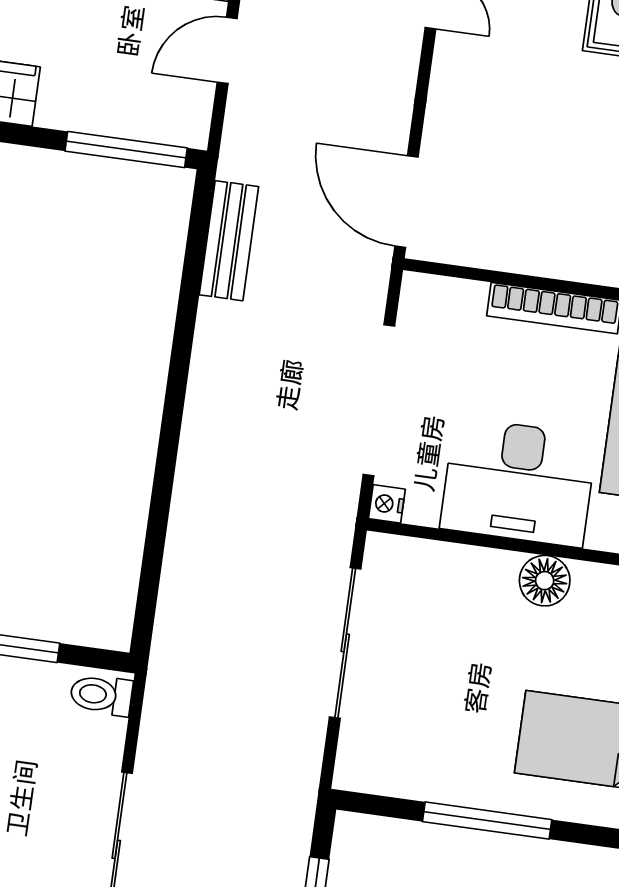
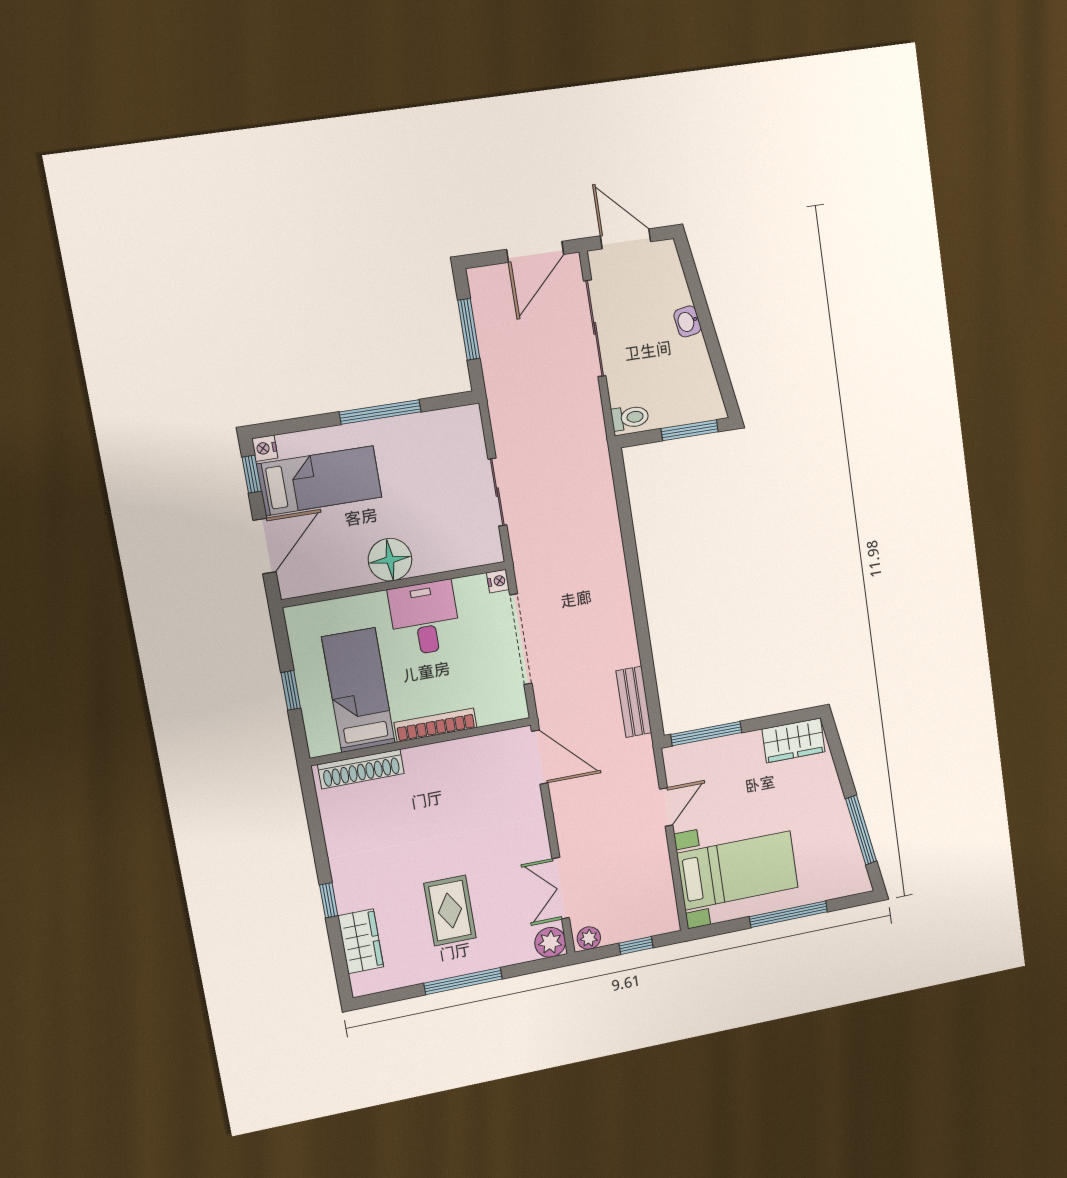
desk: (519, 482) -> (425, 618), width x0.73
floor lamp: (545, 581) -> (390, 560), width x1.38, depth x1.38
sliding door: (345, 643) -> (497, 492), width x0.73

